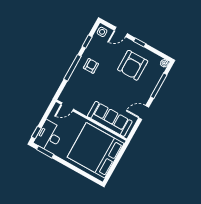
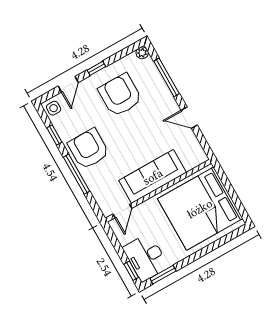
armchair: (133, 65) -> (120, 95), turned 180
armchair: (91, 66) -> (89, 149), width x1.88, depth x1.88
door: (144, 113) -> (189, 118), hinge flipped
sofa: (110, 119) -> (153, 177), moved

